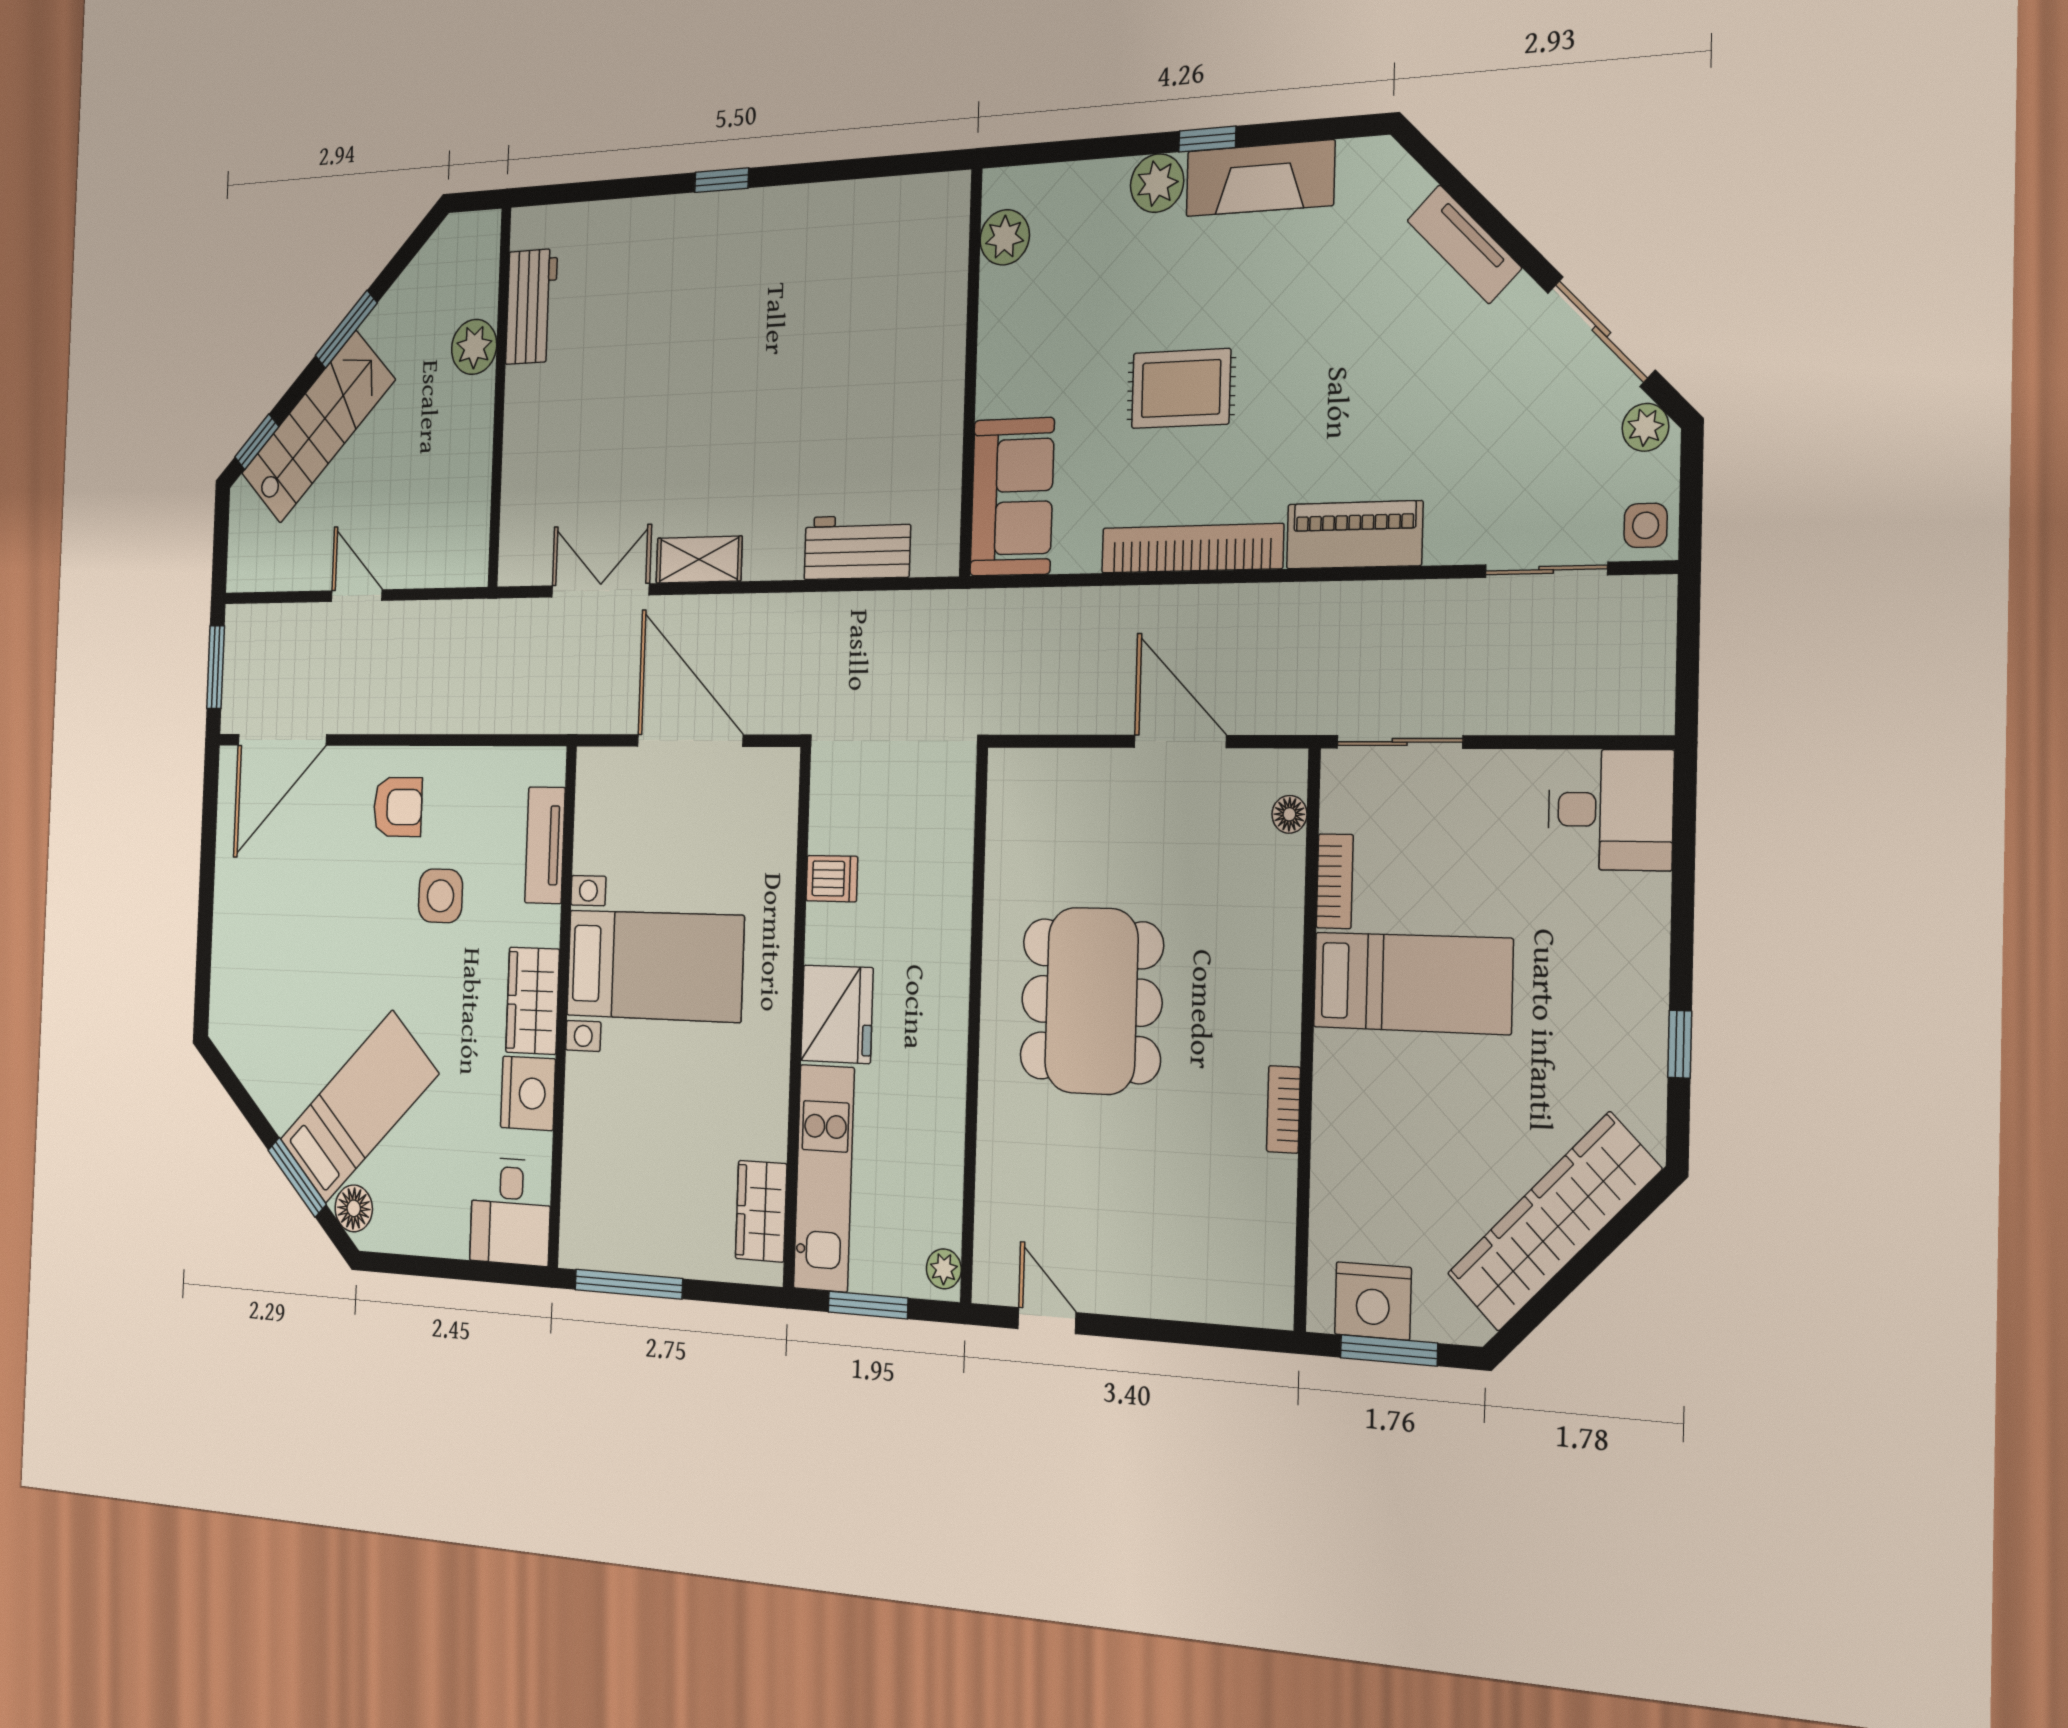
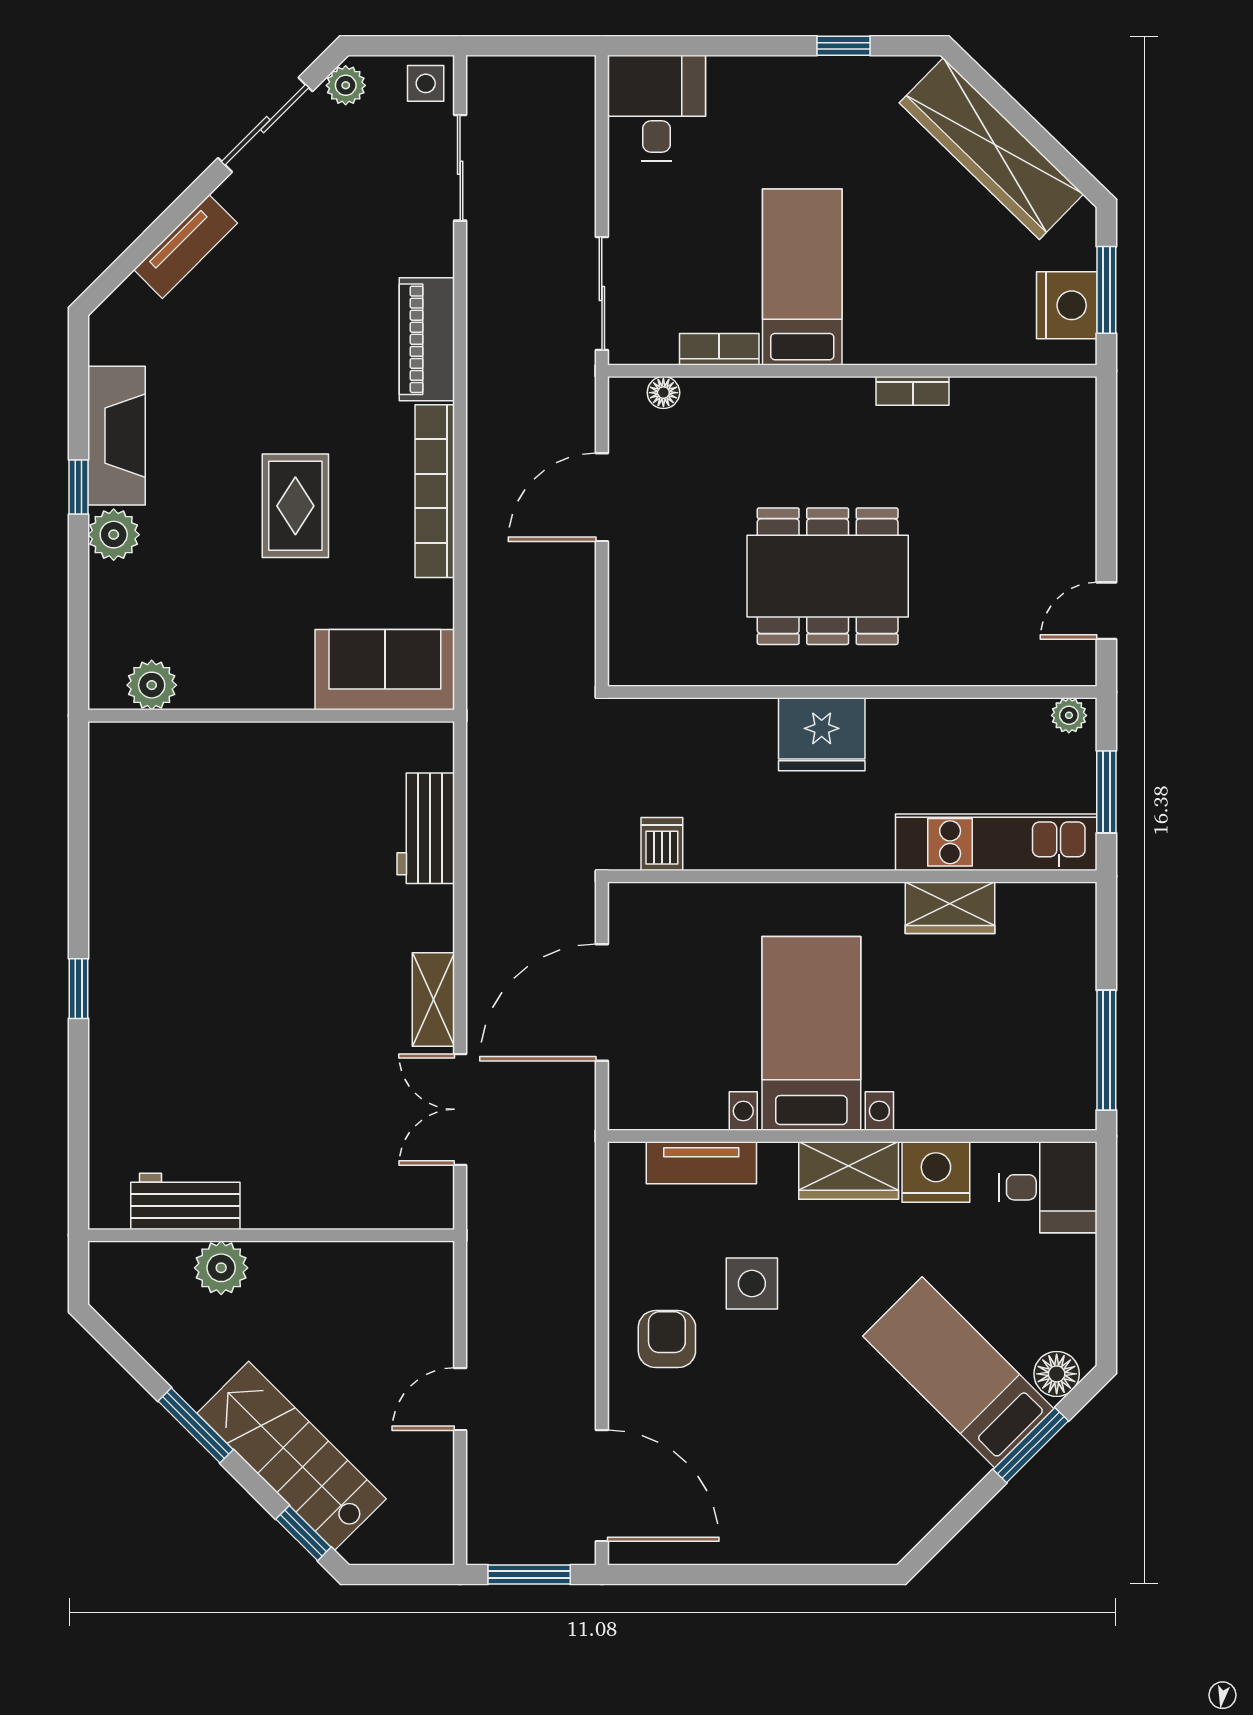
dishwasher: (832, 879) -> (662, 844), moved
fridge: (837, 1014) -> (822, 734), moved, turned 180
wardrobe: (761, 1211) -> (950, 908), moved

